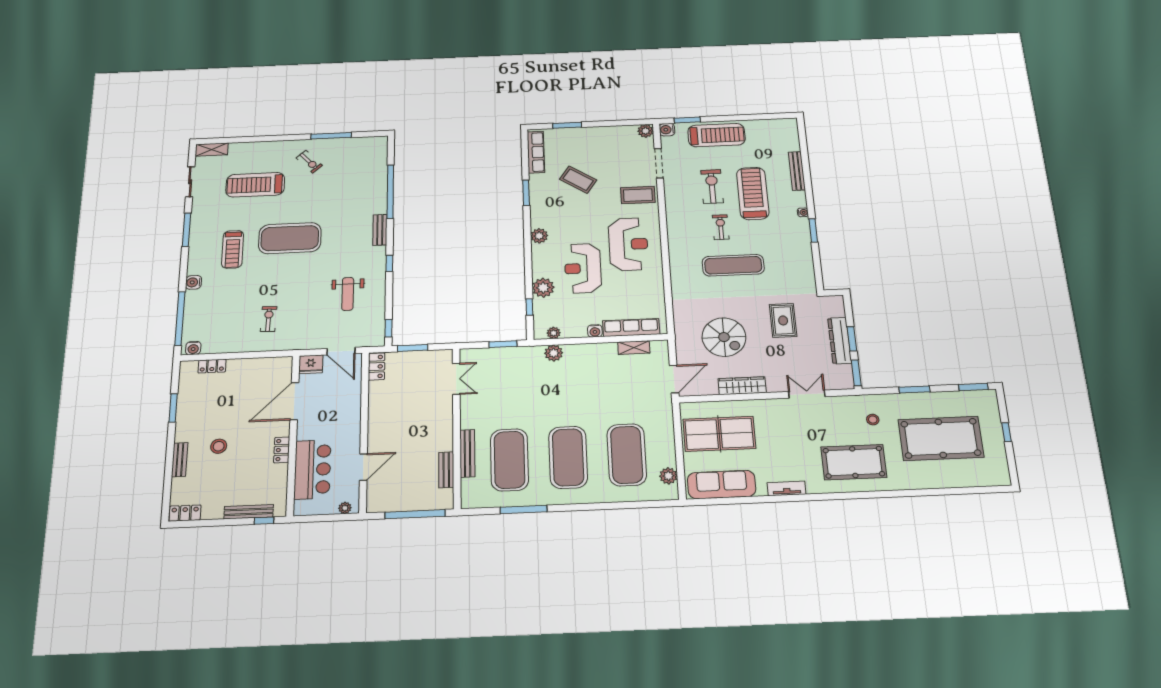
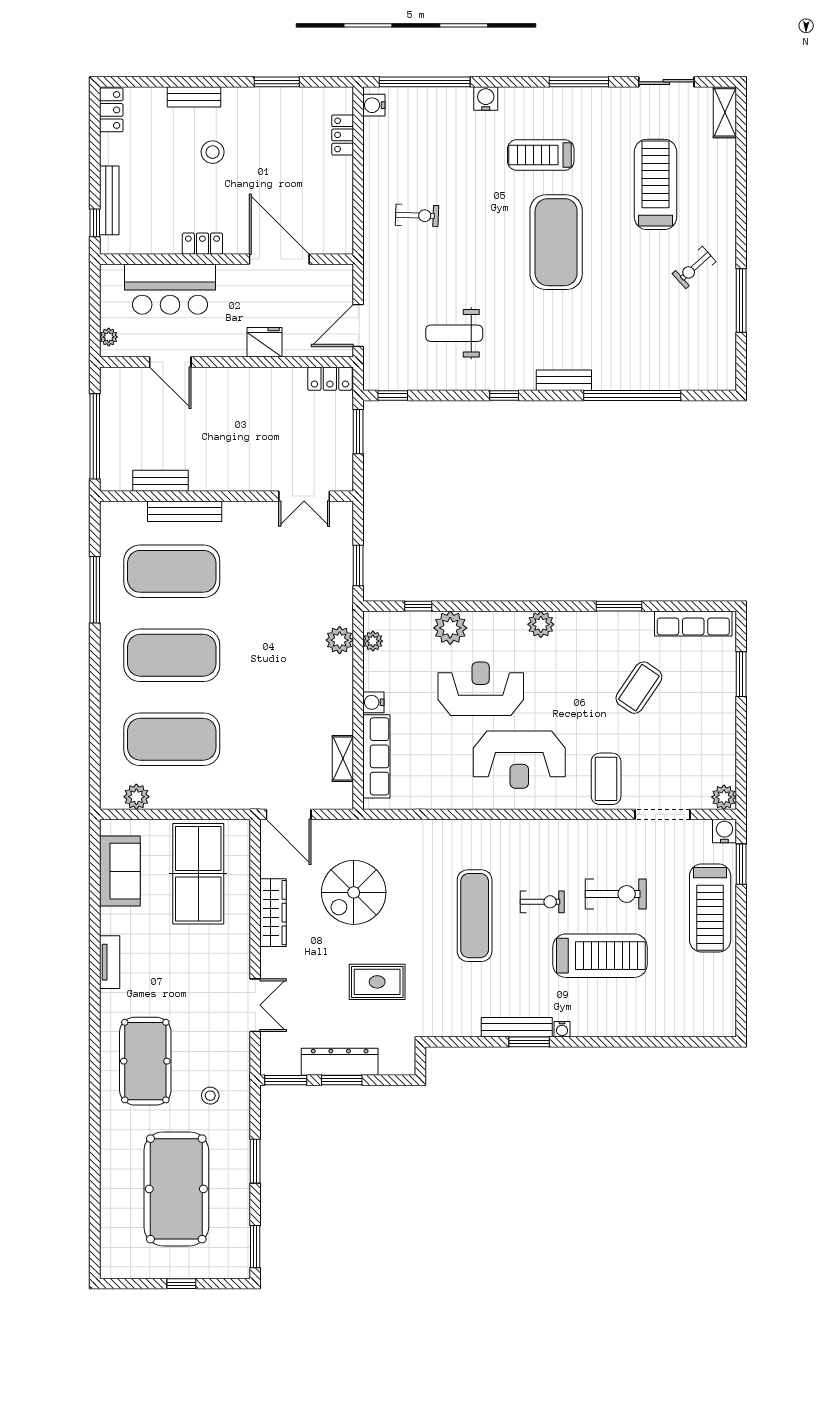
bench: (797, 171) -> (517, 1027), moved
fridge: (311, 364) -> (265, 342), moved, turned 90
sofa: (722, 485) -> (120, 871), width x0.73

